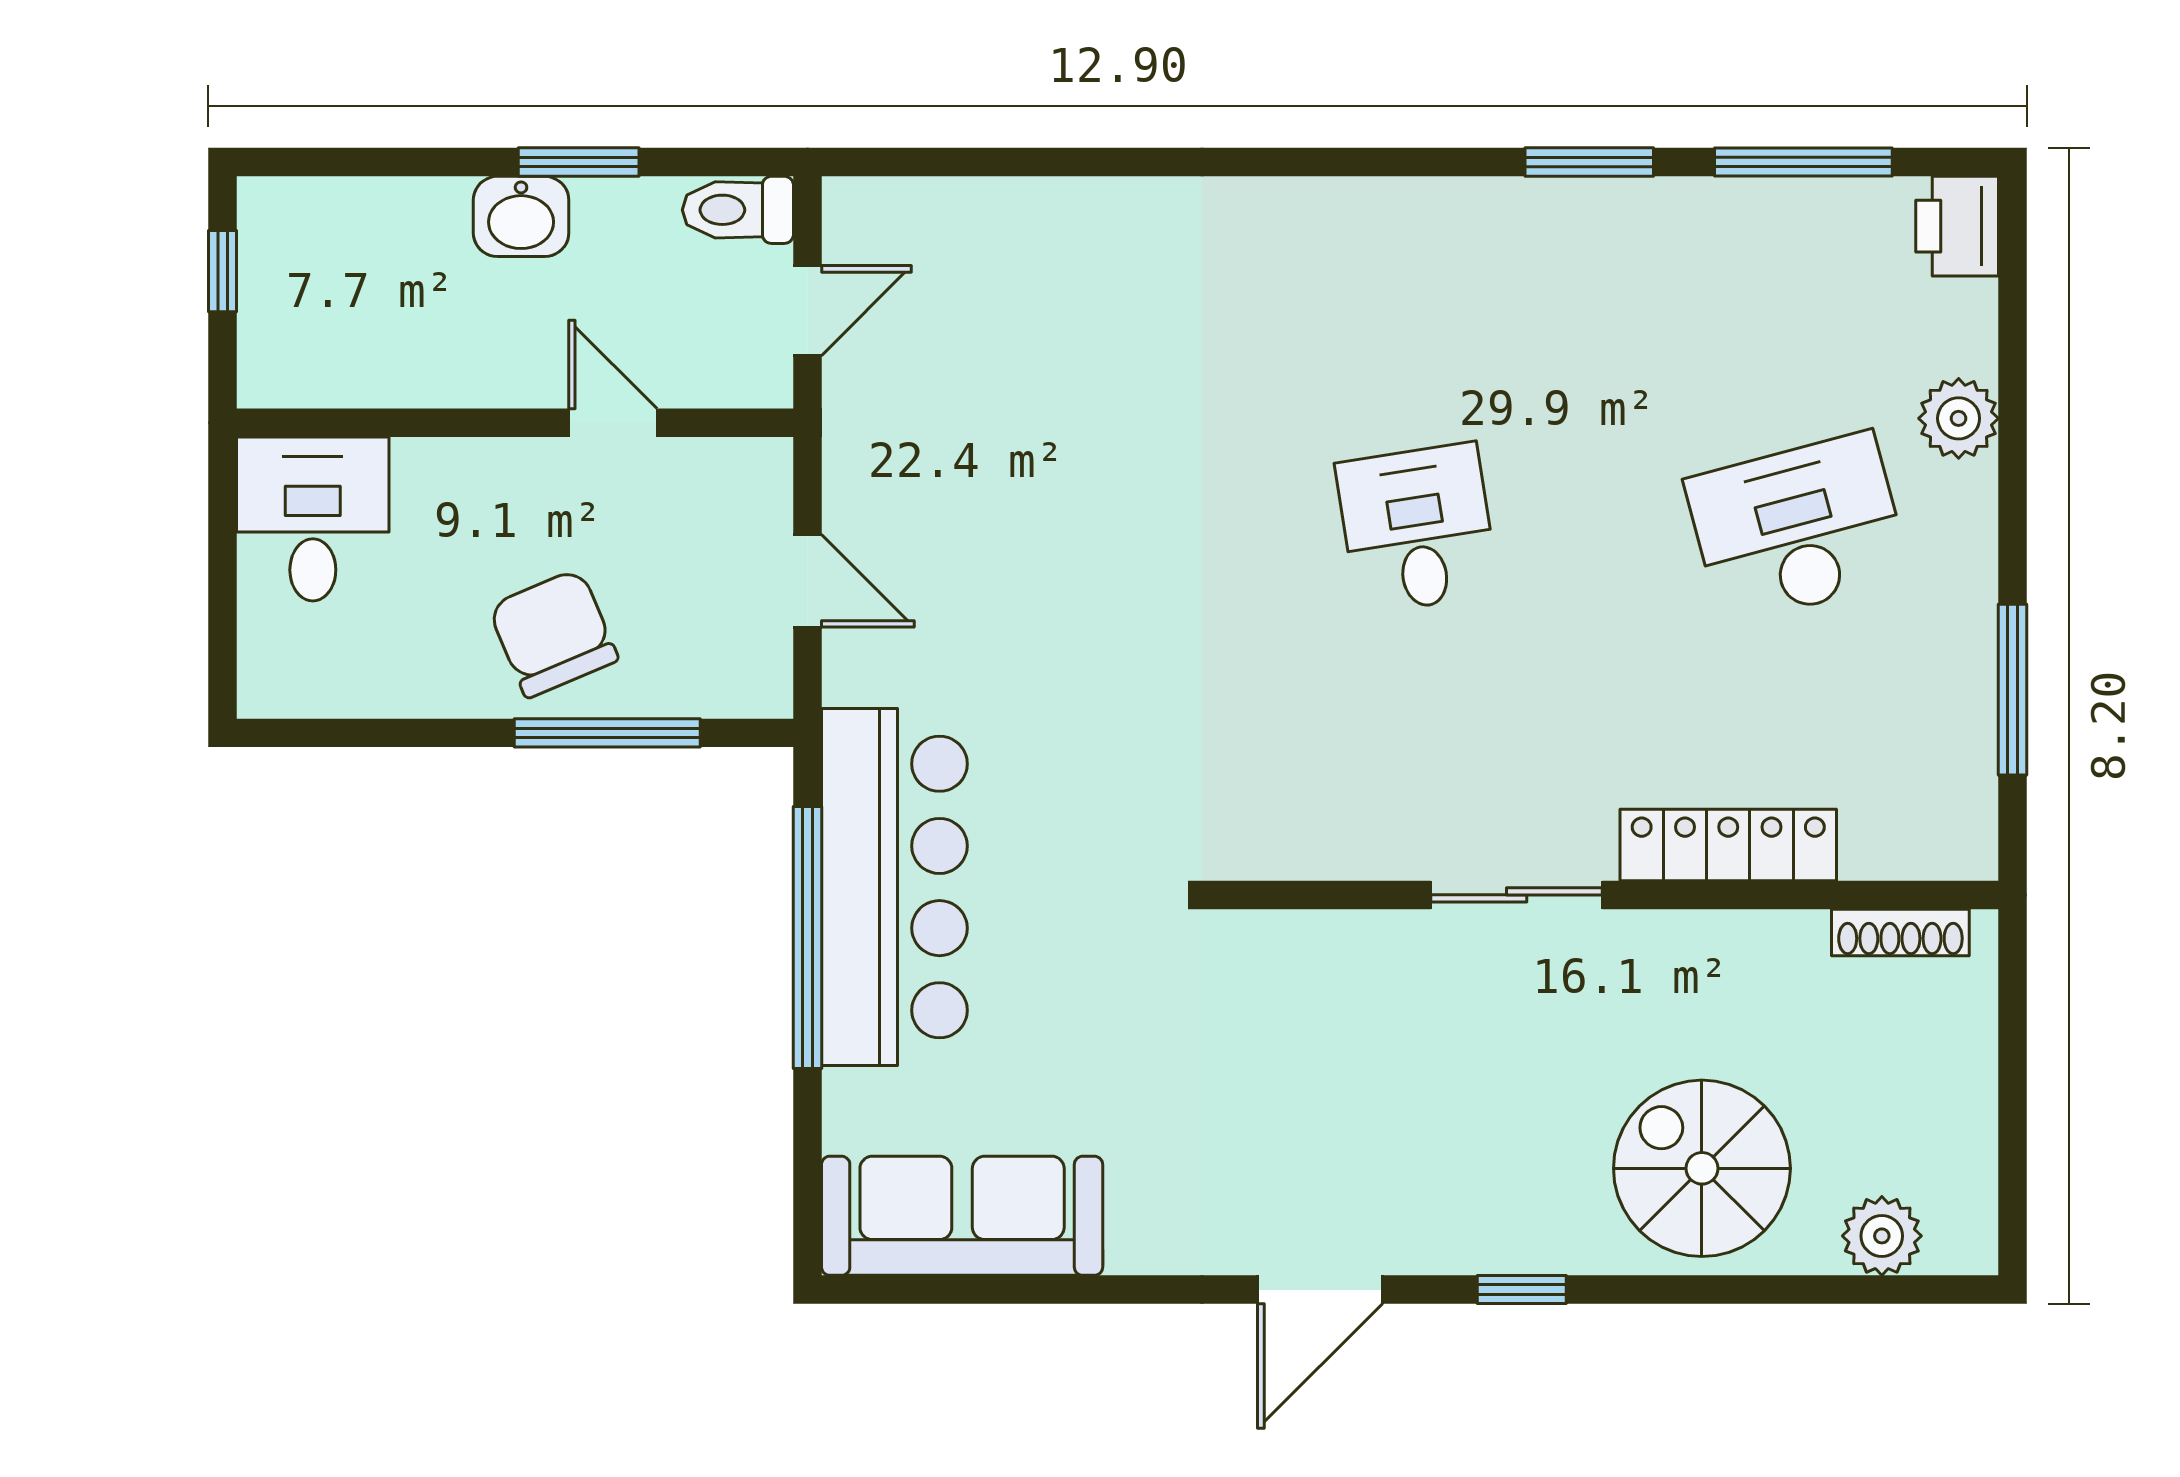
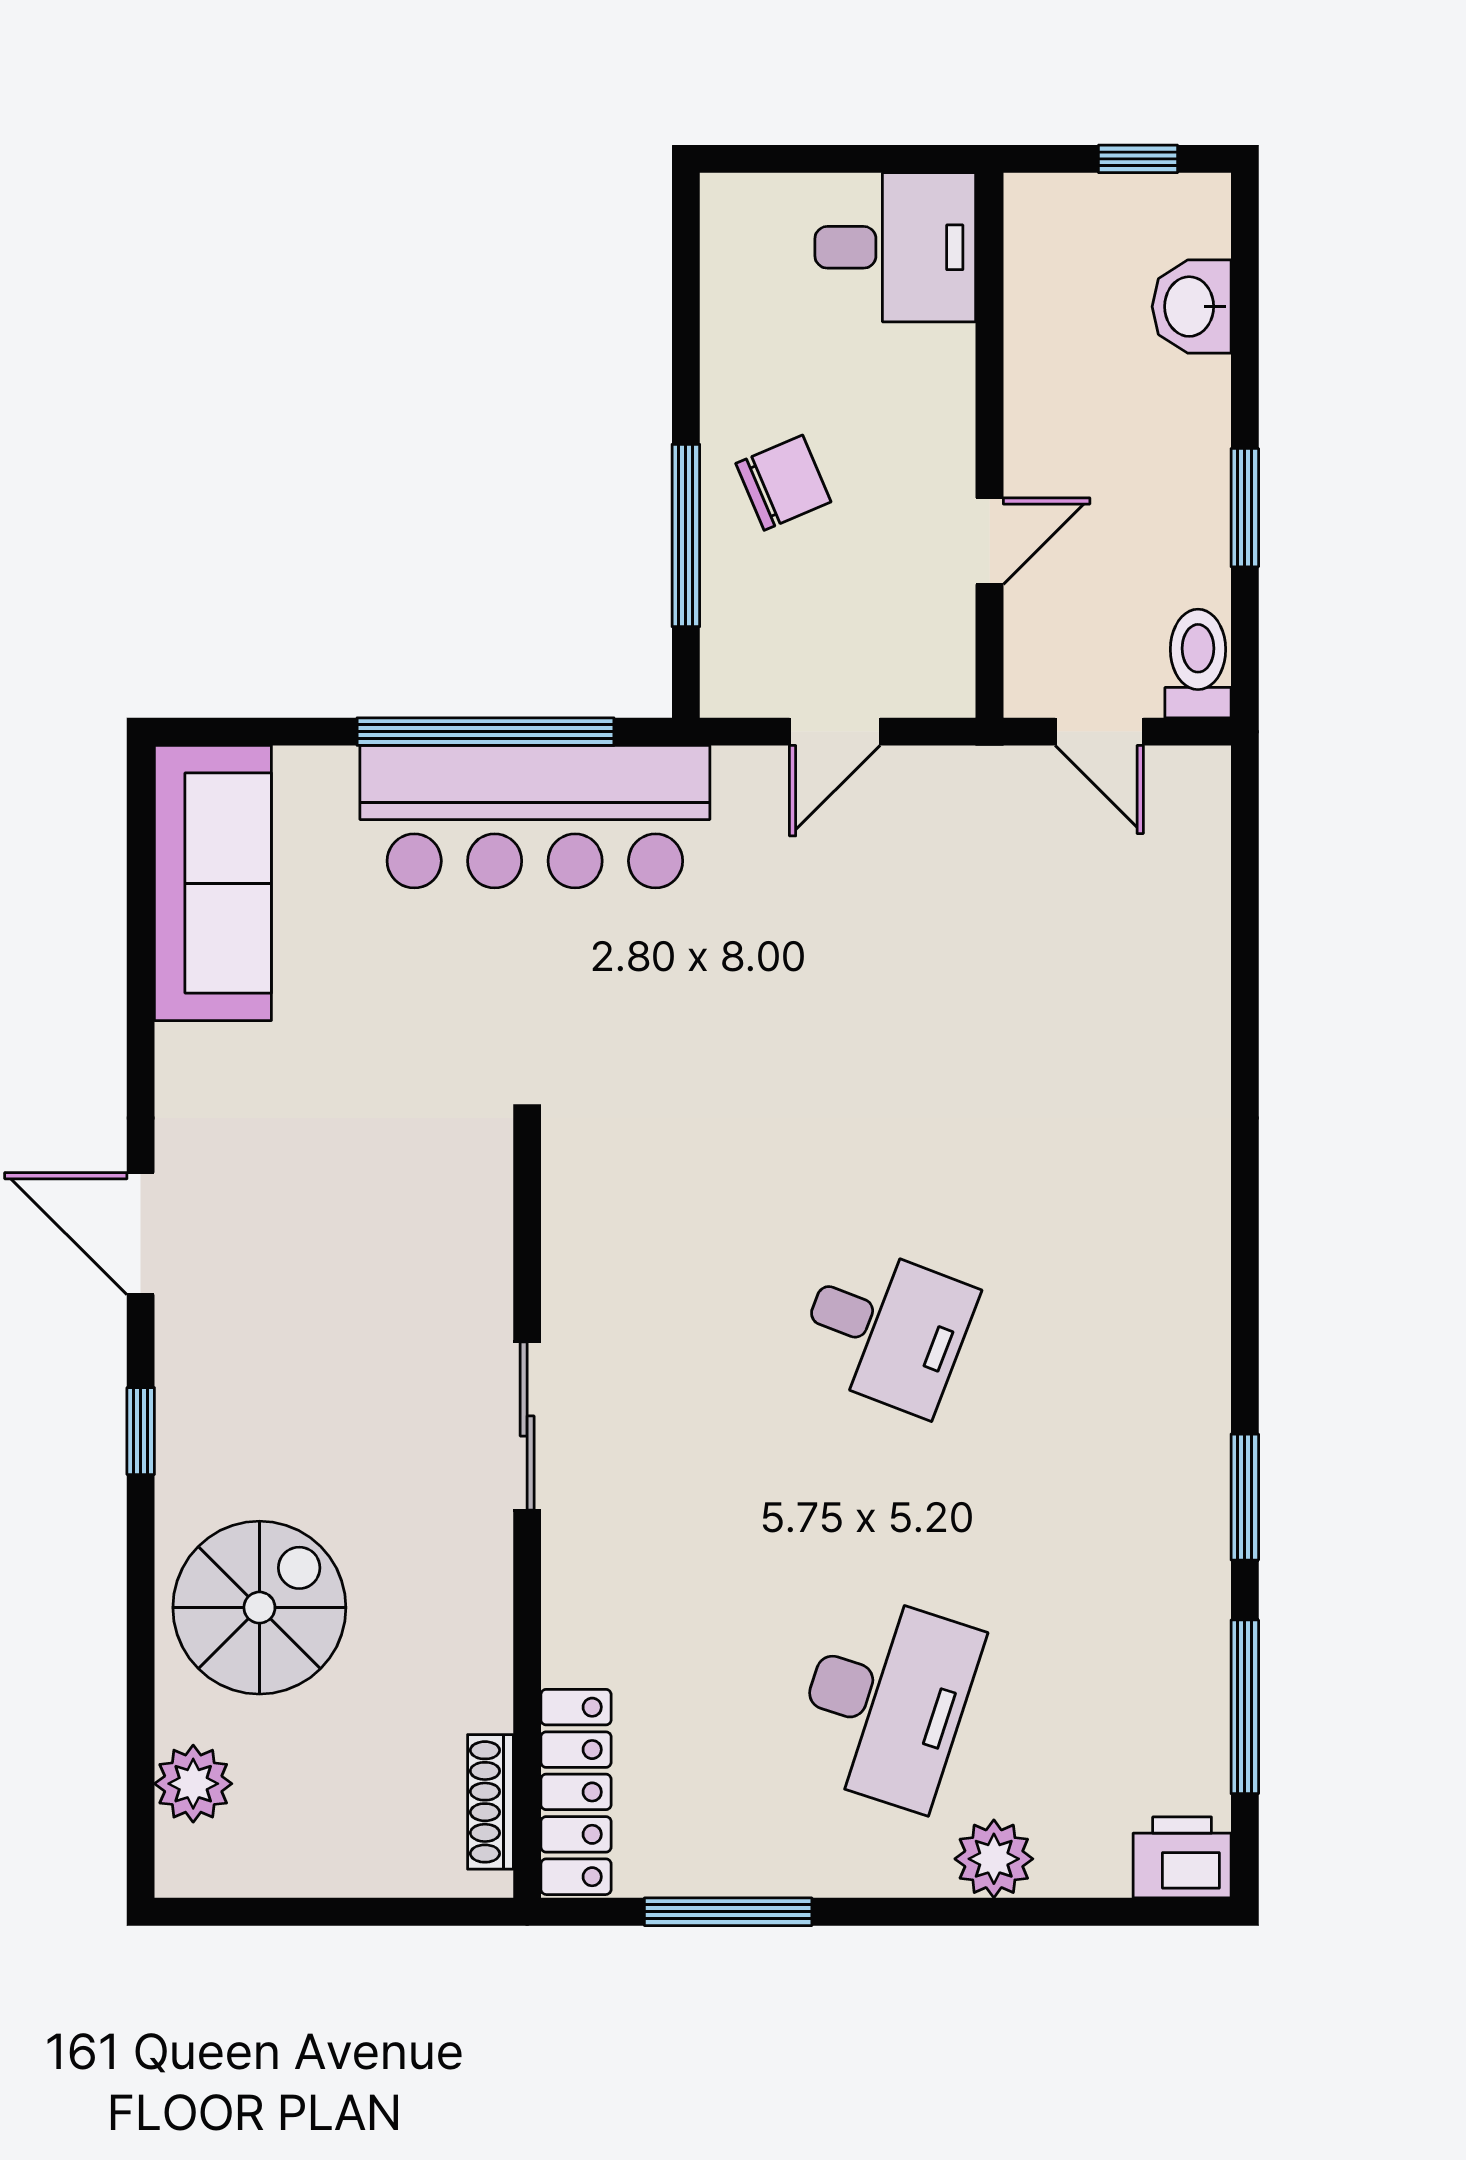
washbasin: (521, 216) -> (1192, 307), moved
desk: (1417, 528) -> (886, 1329), turned 30
desk: (1798, 528) -> (886, 1701), turned 33
chair: (553, 633) -> (783, 483), width x0.73, depth x0.73
locker: (1728, 845) -> (576, 1792), moved

